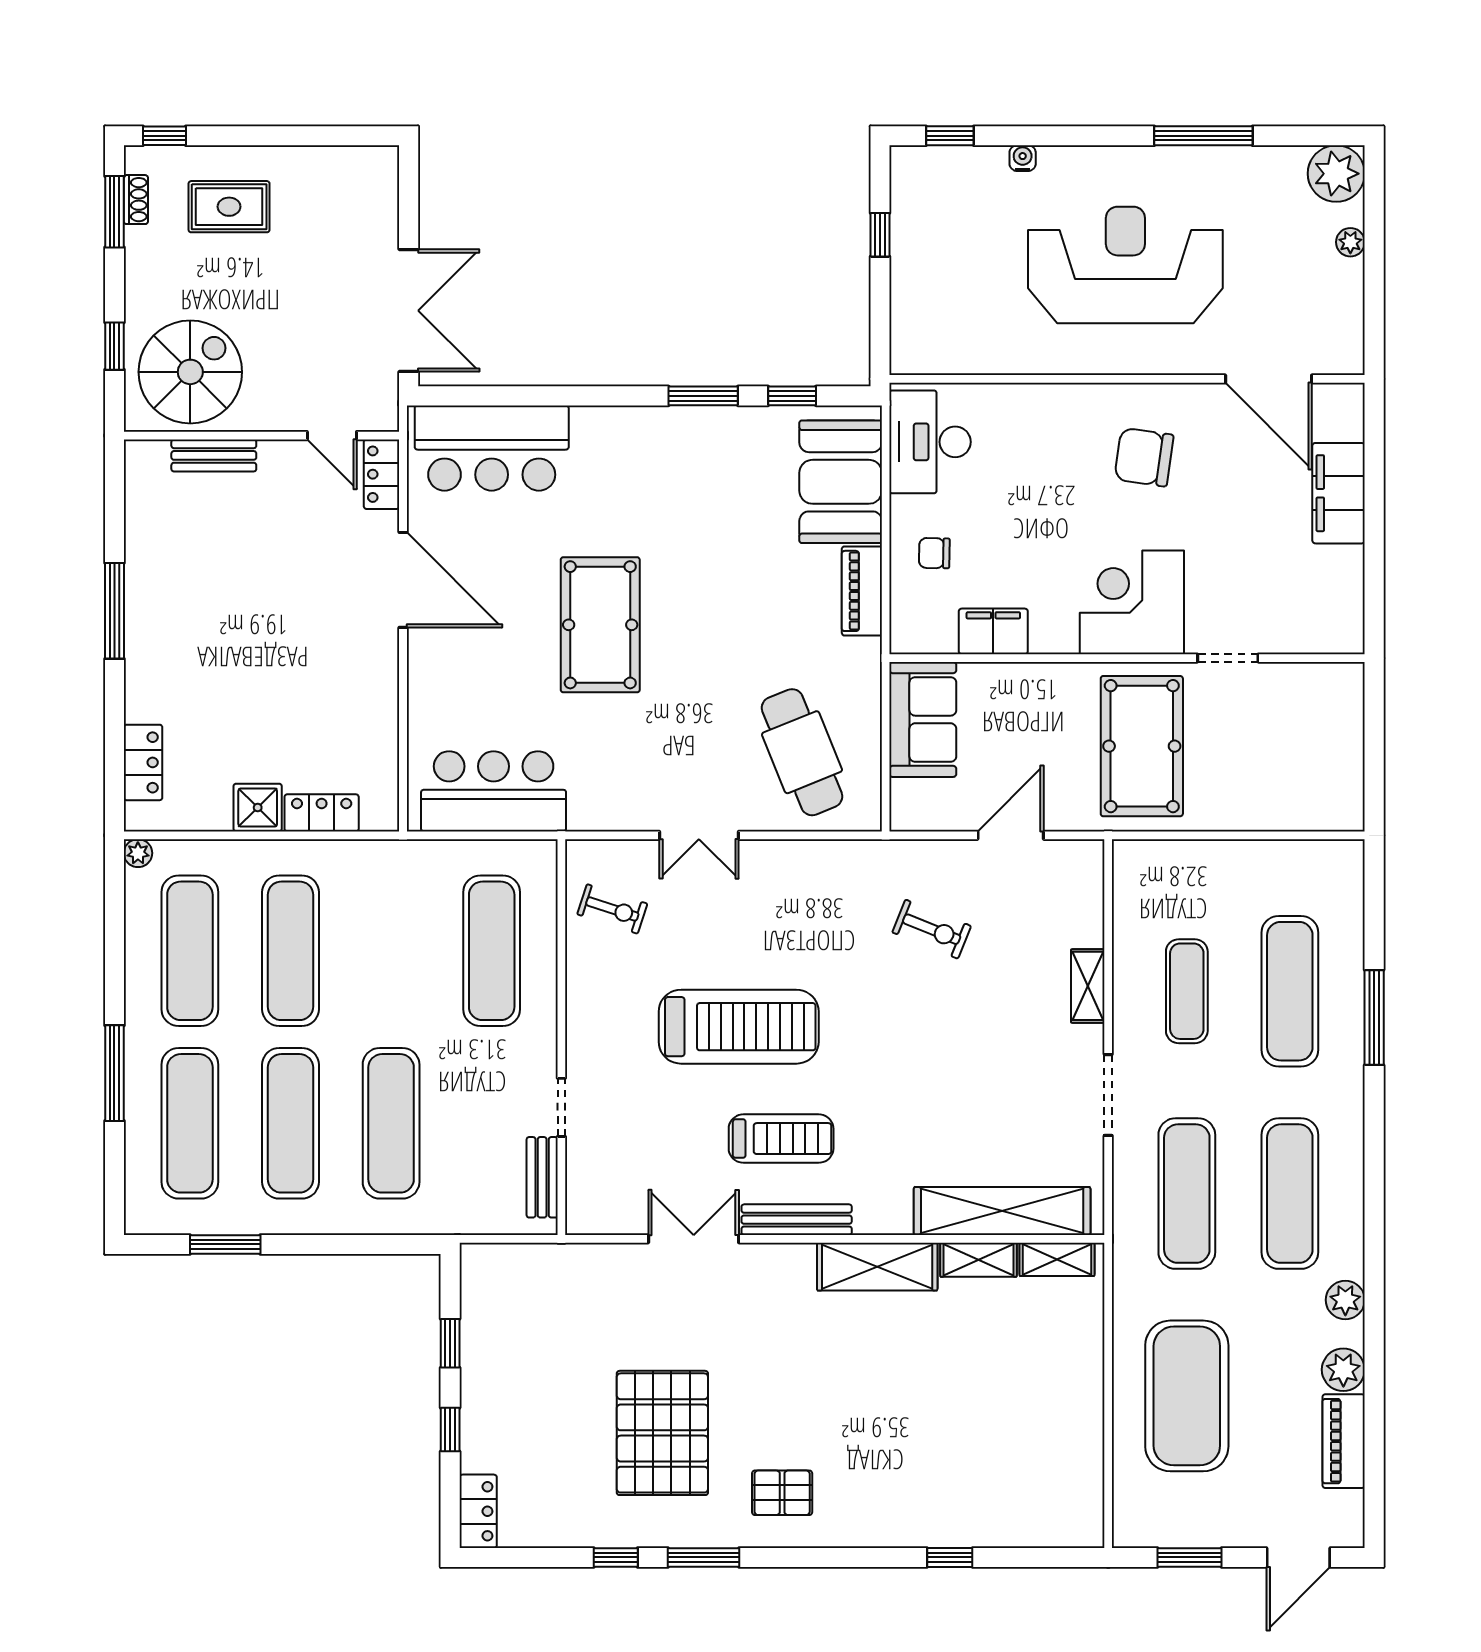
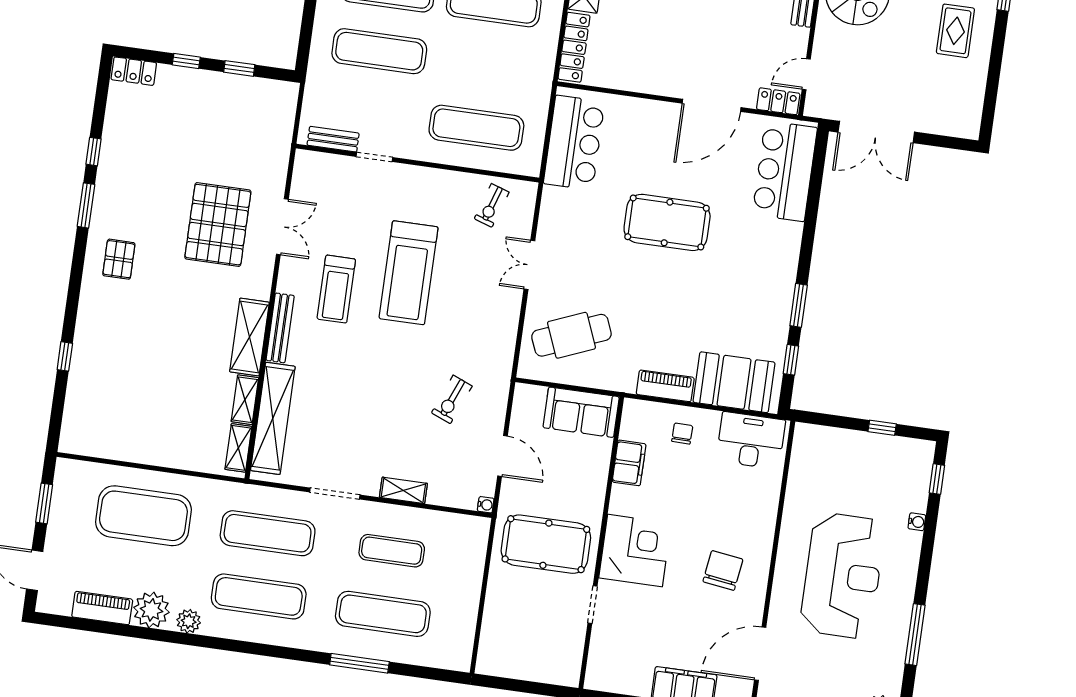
locker: (322, 813) -> (574, 47), width x1.53
water cooler: (1092, 851) -> (486, 505), added
bench: (797, 1220) -> (280, 328), moved
plant: (1343, 1370) -> (151, 610), width x1.36, depth x1.36
pallet: (662, 1433) -> (218, 225), moved, turned 90

